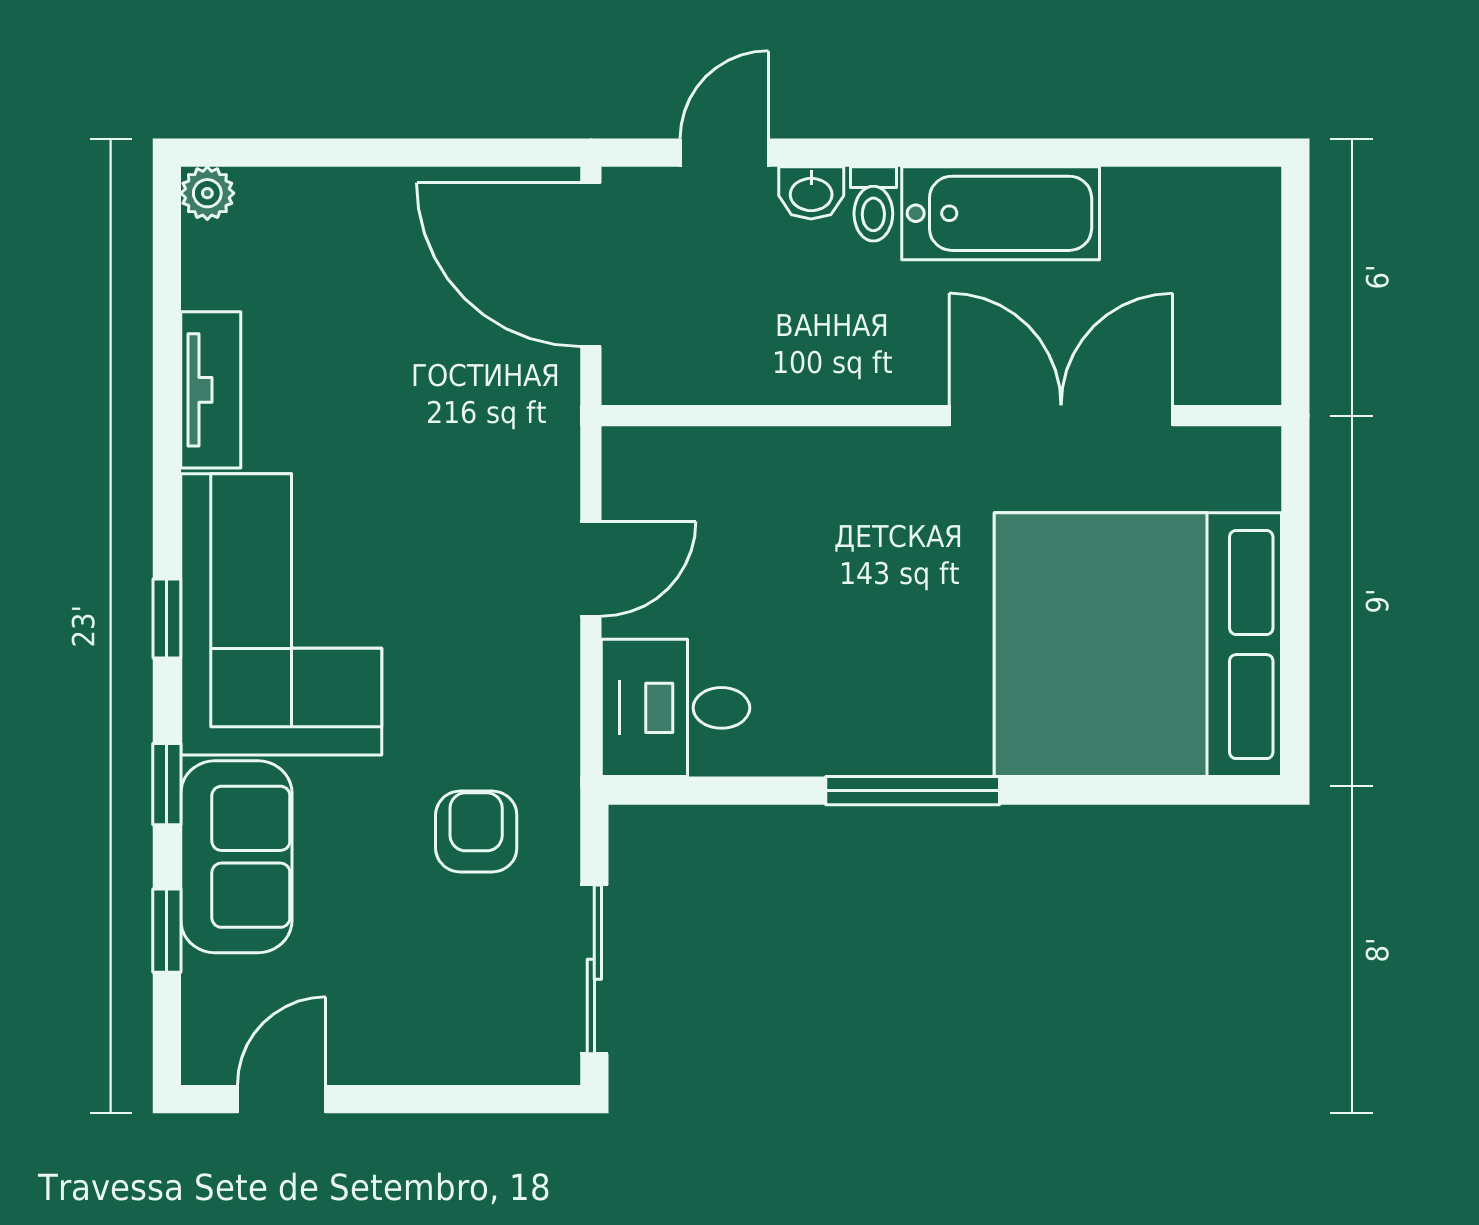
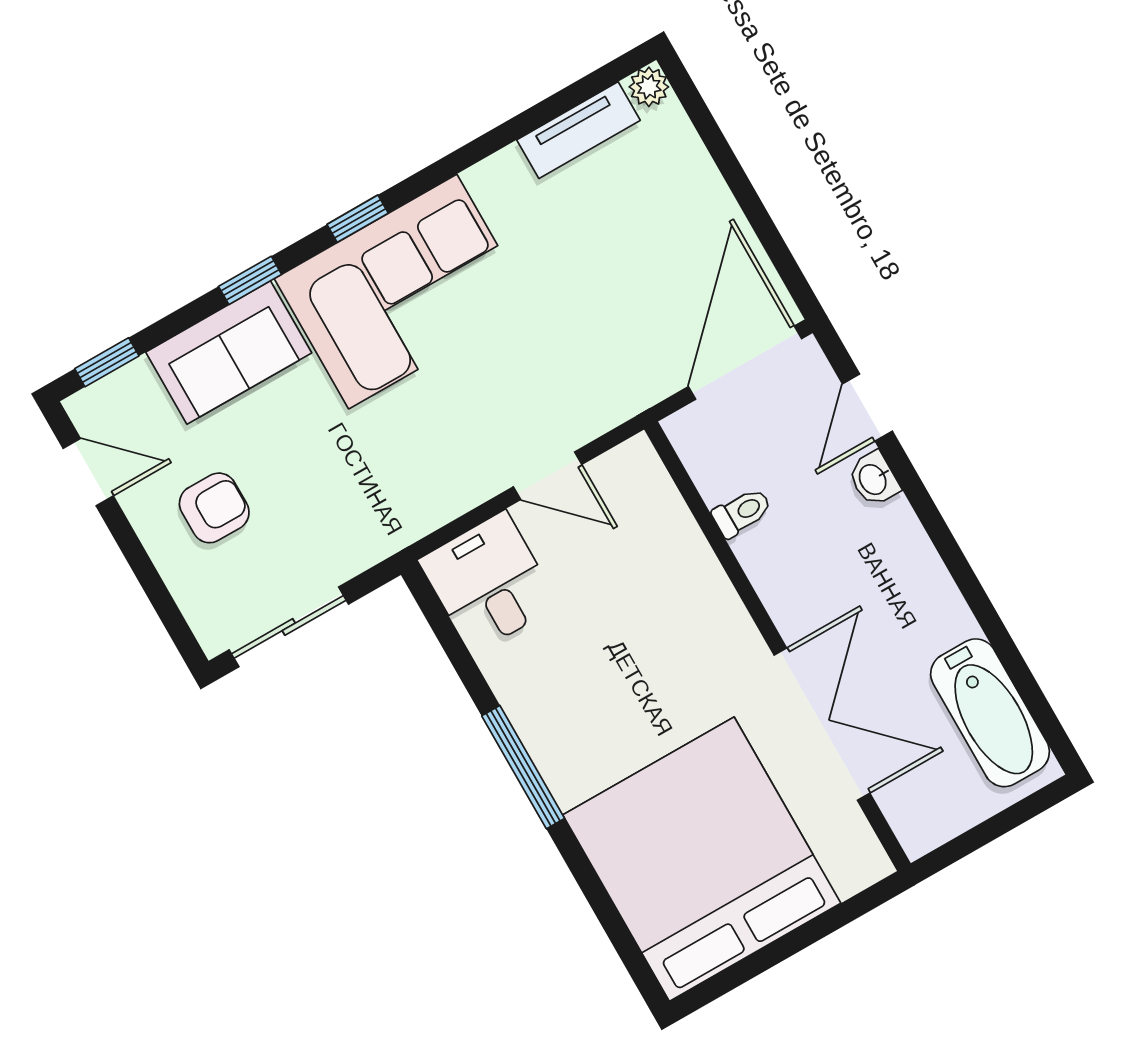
door: (724, 153) -> (867, 407), swing flipped
toilet: (873, 204) -> (742, 512), moved, turned 180
bathtub: (1001, 213) -> (990, 713), moved
tv unit: (211, 390) -> (578, 130), moved
armchair: (476, 832) -> (214, 508), moved
window: (167, 931) -> (107, 362), moved

